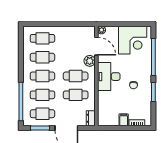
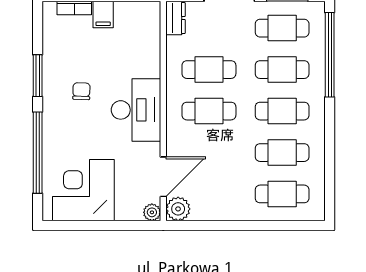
door: (96, 46) -> (163, 177), swing flipped
plant: (90, 61) -> (178, 209), moved

